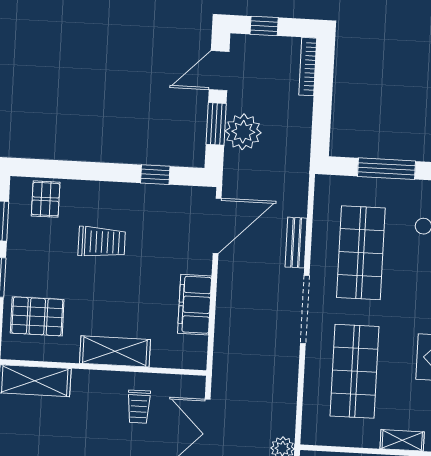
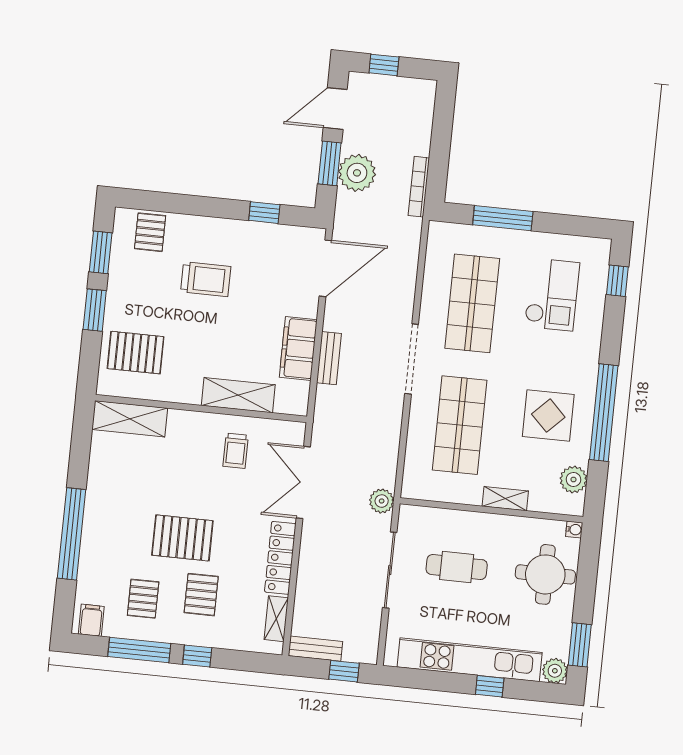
bookcase: (308, 67) -> (419, 187), moved
bench: (296, 243) -> (329, 358), moved
shelving: (115, 351) -> (238, 395), moved

